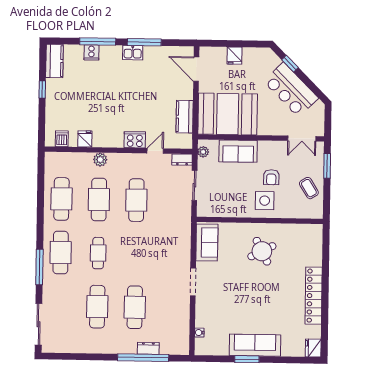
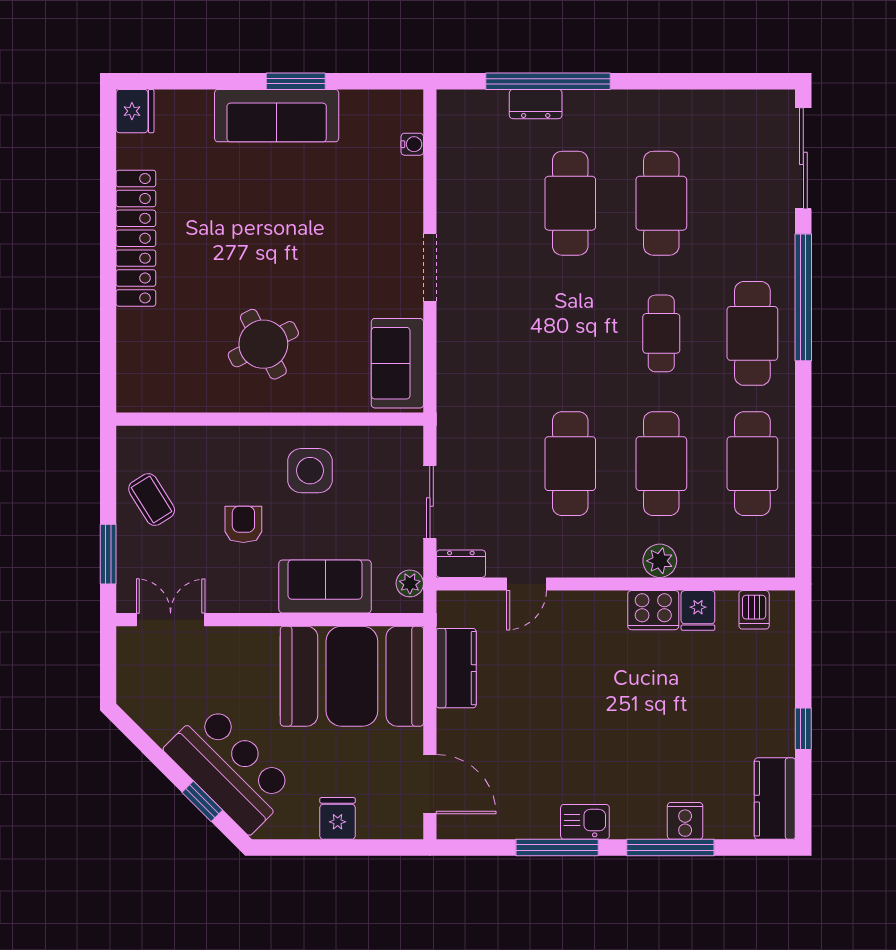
bar counter: (291, 90) -> (230, 769), moved
cooker: (135, 140) -> (653, 610), moved
side table: (265, 201) -> (310, 471), moved
window: (39, 267) -> (803, 297), width x1.46

